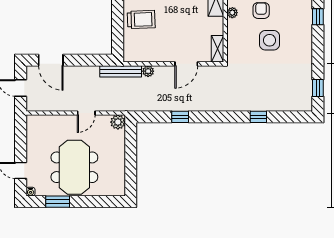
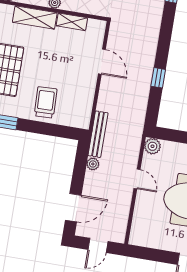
shelving: (218, 49) -> (72, 22), moved
plant: (148, 71) -> (93, 164), moved

